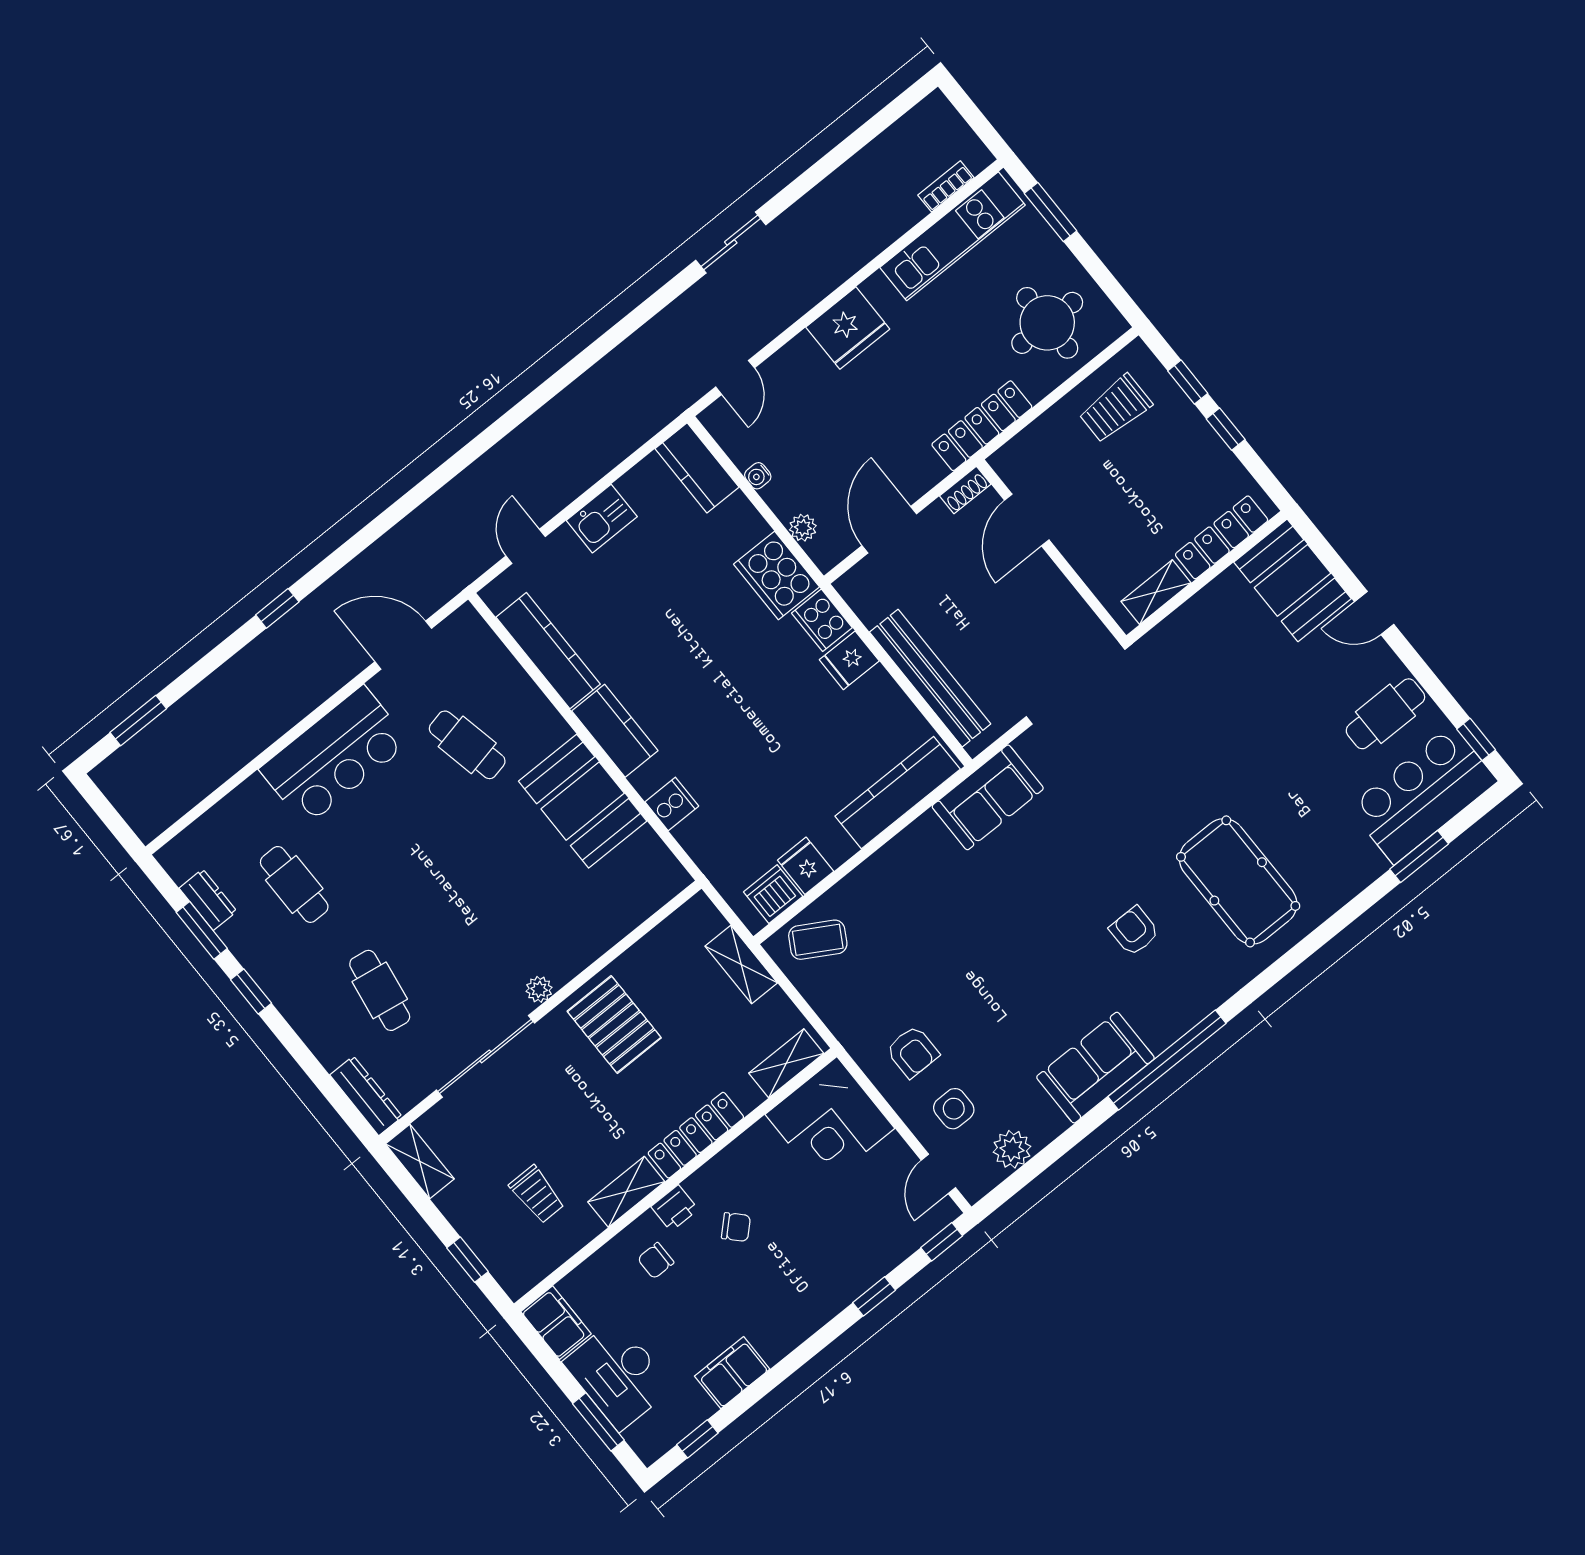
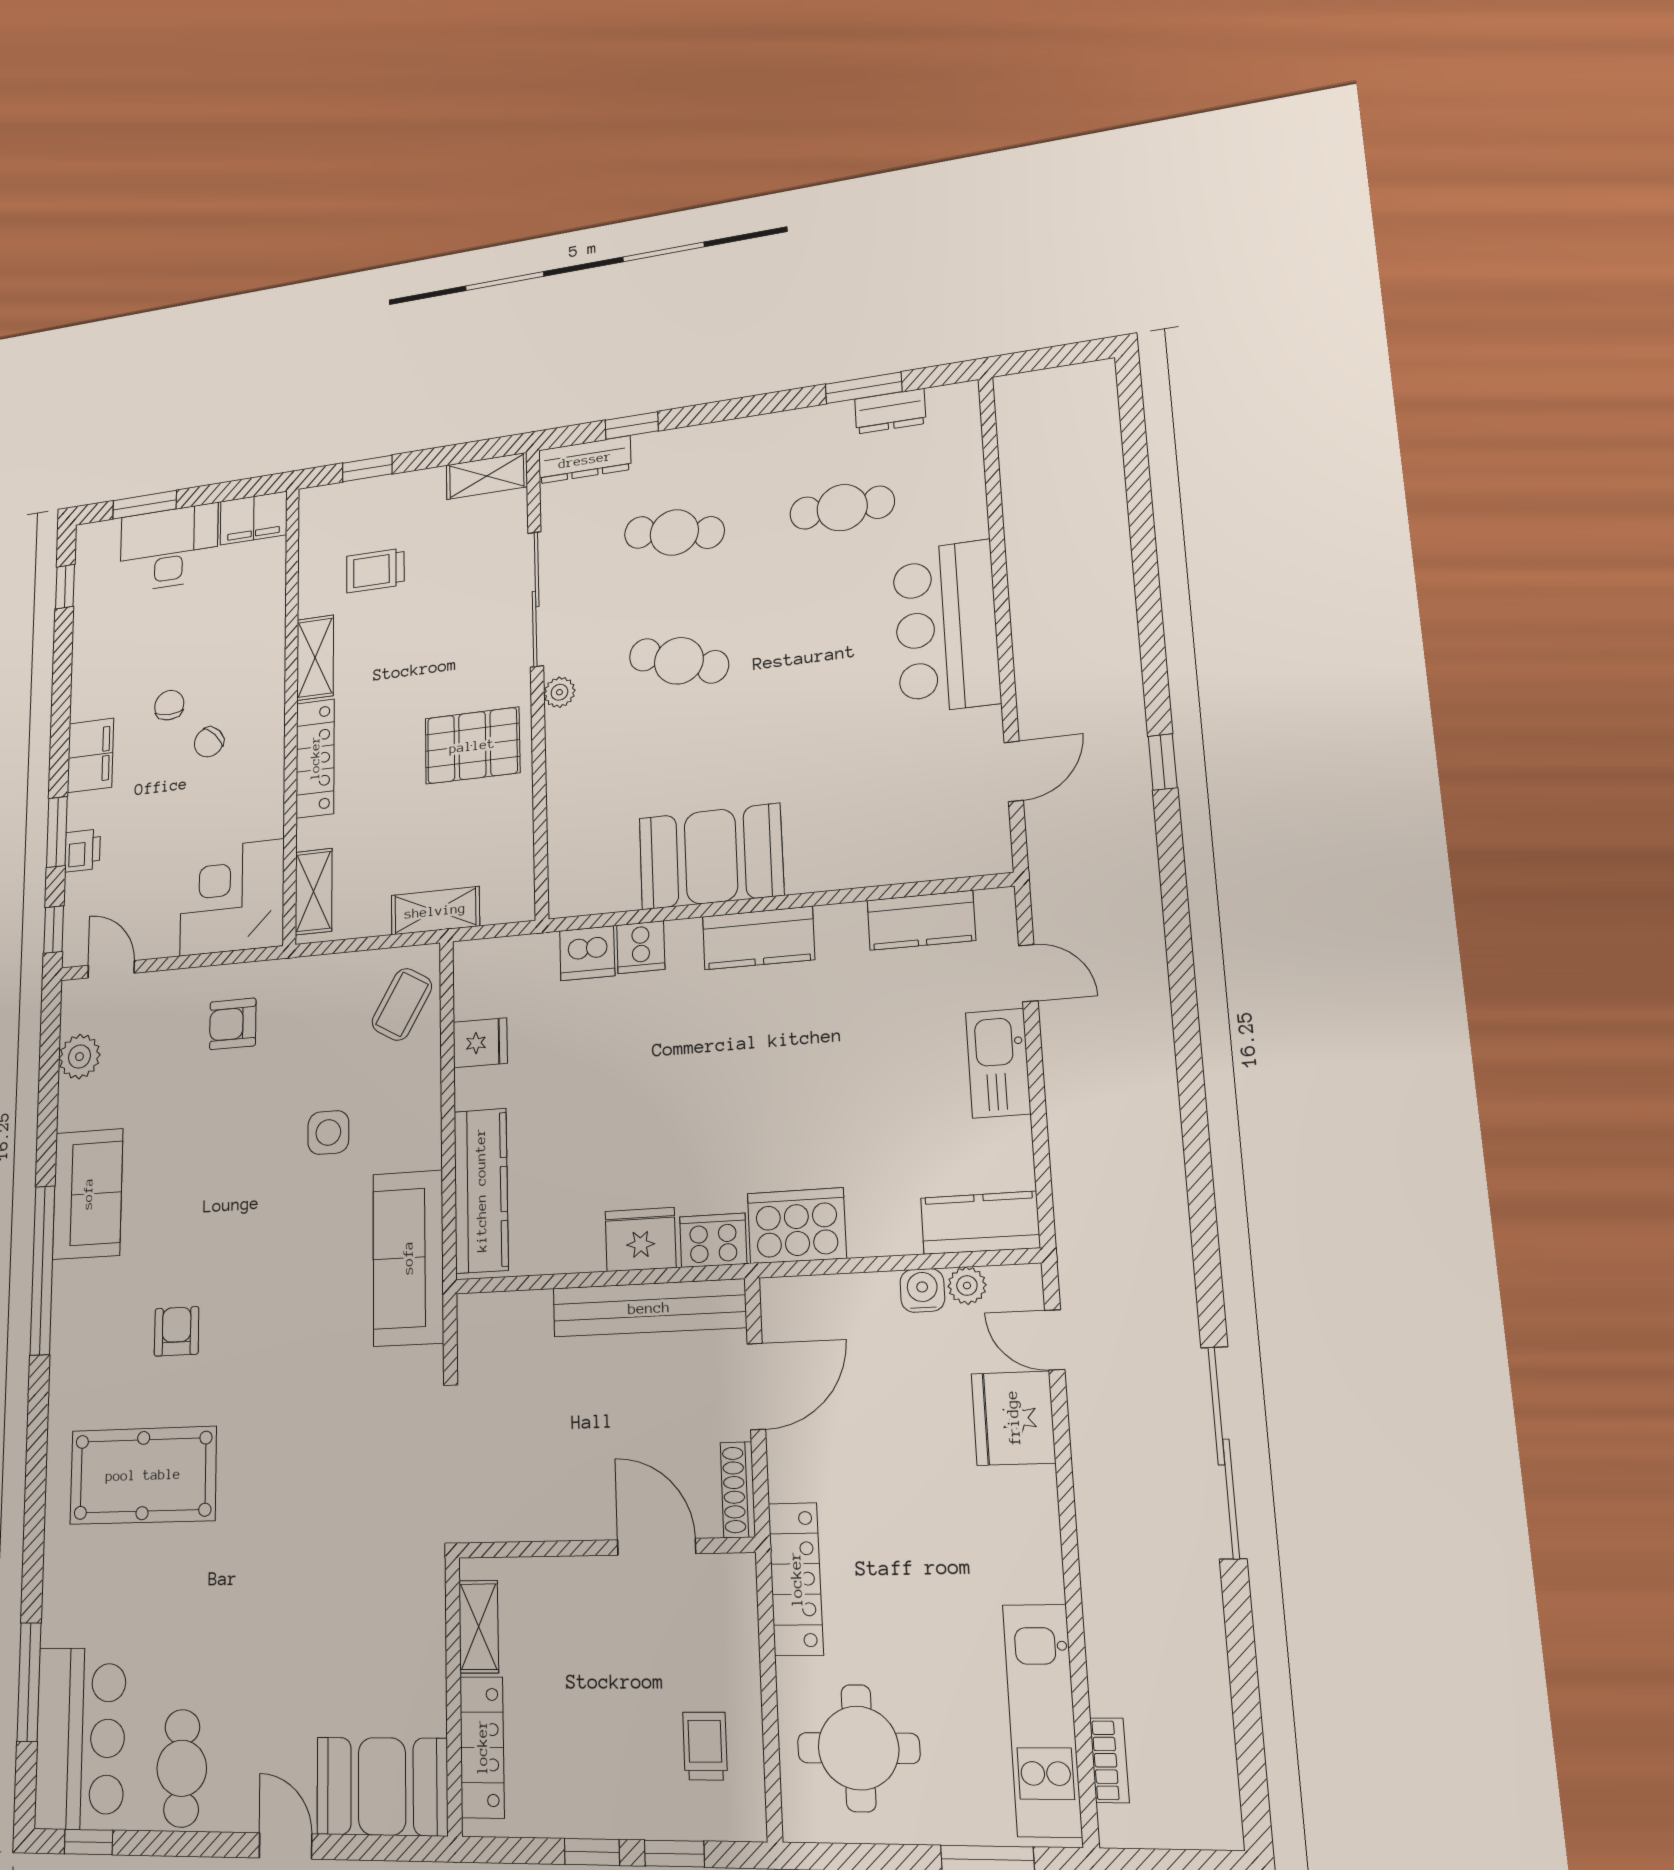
sliding door: (731, 242) -> (1224, 1452), width x1.86
fridge: (848, 328) -> (1013, 1418), moved
trolley: (1115, 409) -> (705, 1746), width x0.73, depth x0.72
water cooler: (758, 476) -> (922, 1290), width x1.38, depth x1.38
shoe rack: (965, 490) -> (738, 1490), width x1.43
kitchen sink: (602, 519) -> (998, 1063), width x1.38
plant: (803, 528) -> (967, 1286), moved
door: (889, 530) -> (756, 1386), hinge flipped
window: (277, 608) -> (1163, 762), moved
door: (1374, 613) -> (286, 1846), hinge flipped
door: (403, 645) -> (1014, 771), width x0.73
kitchen counter: (548, 651) -> (921, 920), width x0.67
fridge: (849, 660) -> (641, 1239), width x1.38
bench: (930, 678) -> (649, 1308), moved
window: (138, 721) -> (1134, 442), removed
cafe table: (467, 745) -> (679, 661), moved, turned 30
sofa: (988, 797) -> (408, 1258), width x1.36
window: (1419, 857) -> (29, 1682), width x1.44
dishwasher: (773, 894) -> (587, 953), moved, turned 90
armchair: (1134, 931) -> (177, 1331), turned -90
window: (251, 991) -> (632, 426), moved
side table: (954, 1109) -> (328, 1132), moved
printer: (675, 1208) -> (82, 850), moved, turned 180
chair: (656, 1261) -> (169, 705), moved
window: (874, 1296) -> (57, 832), width x1.50
filing cabinet: (732, 1373) -> (90, 755), moved

